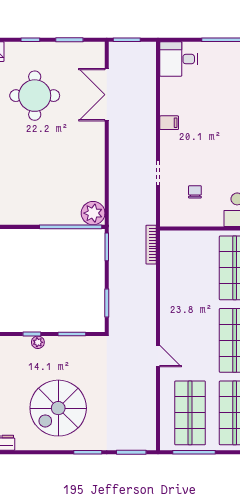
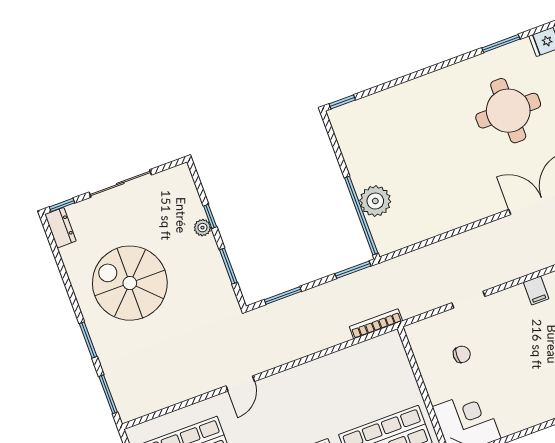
plant: (93, 213) -> (375, 201), moved

